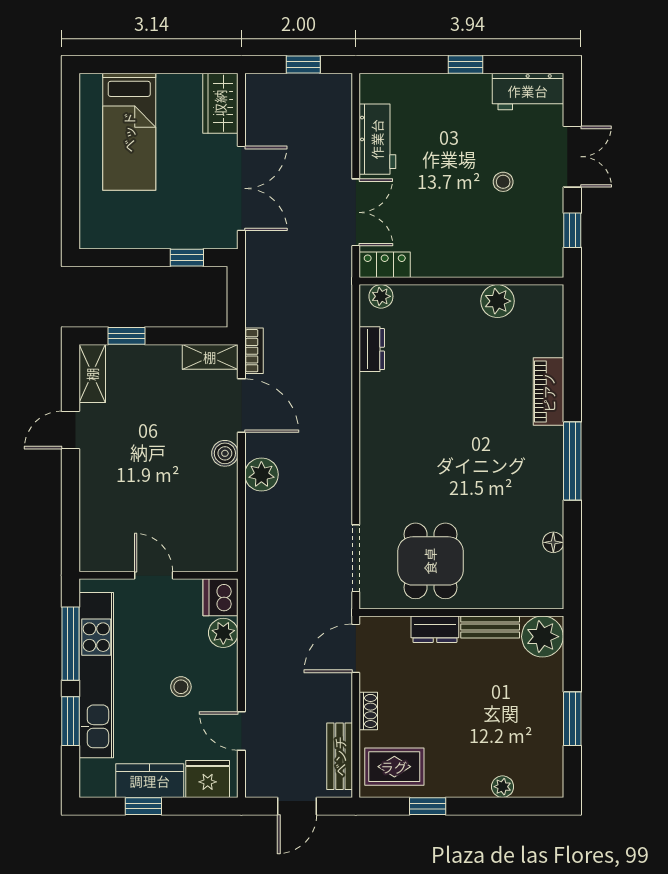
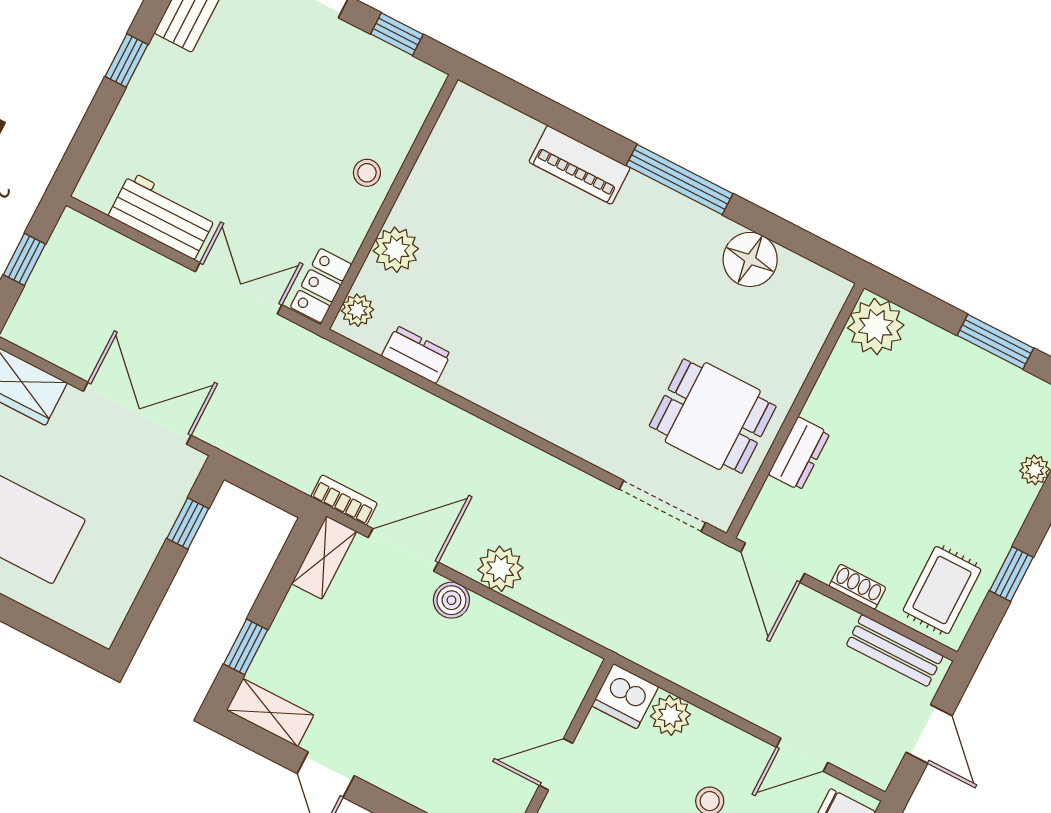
stool: (503, 182) -> (367, 173), moved
plant: (497, 301) -> (396, 250), moved
floor lamp: (553, 542) -> (750, 259), width x1.89, depth x1.89
bench: (490, 627) -> (831, 385), removed

